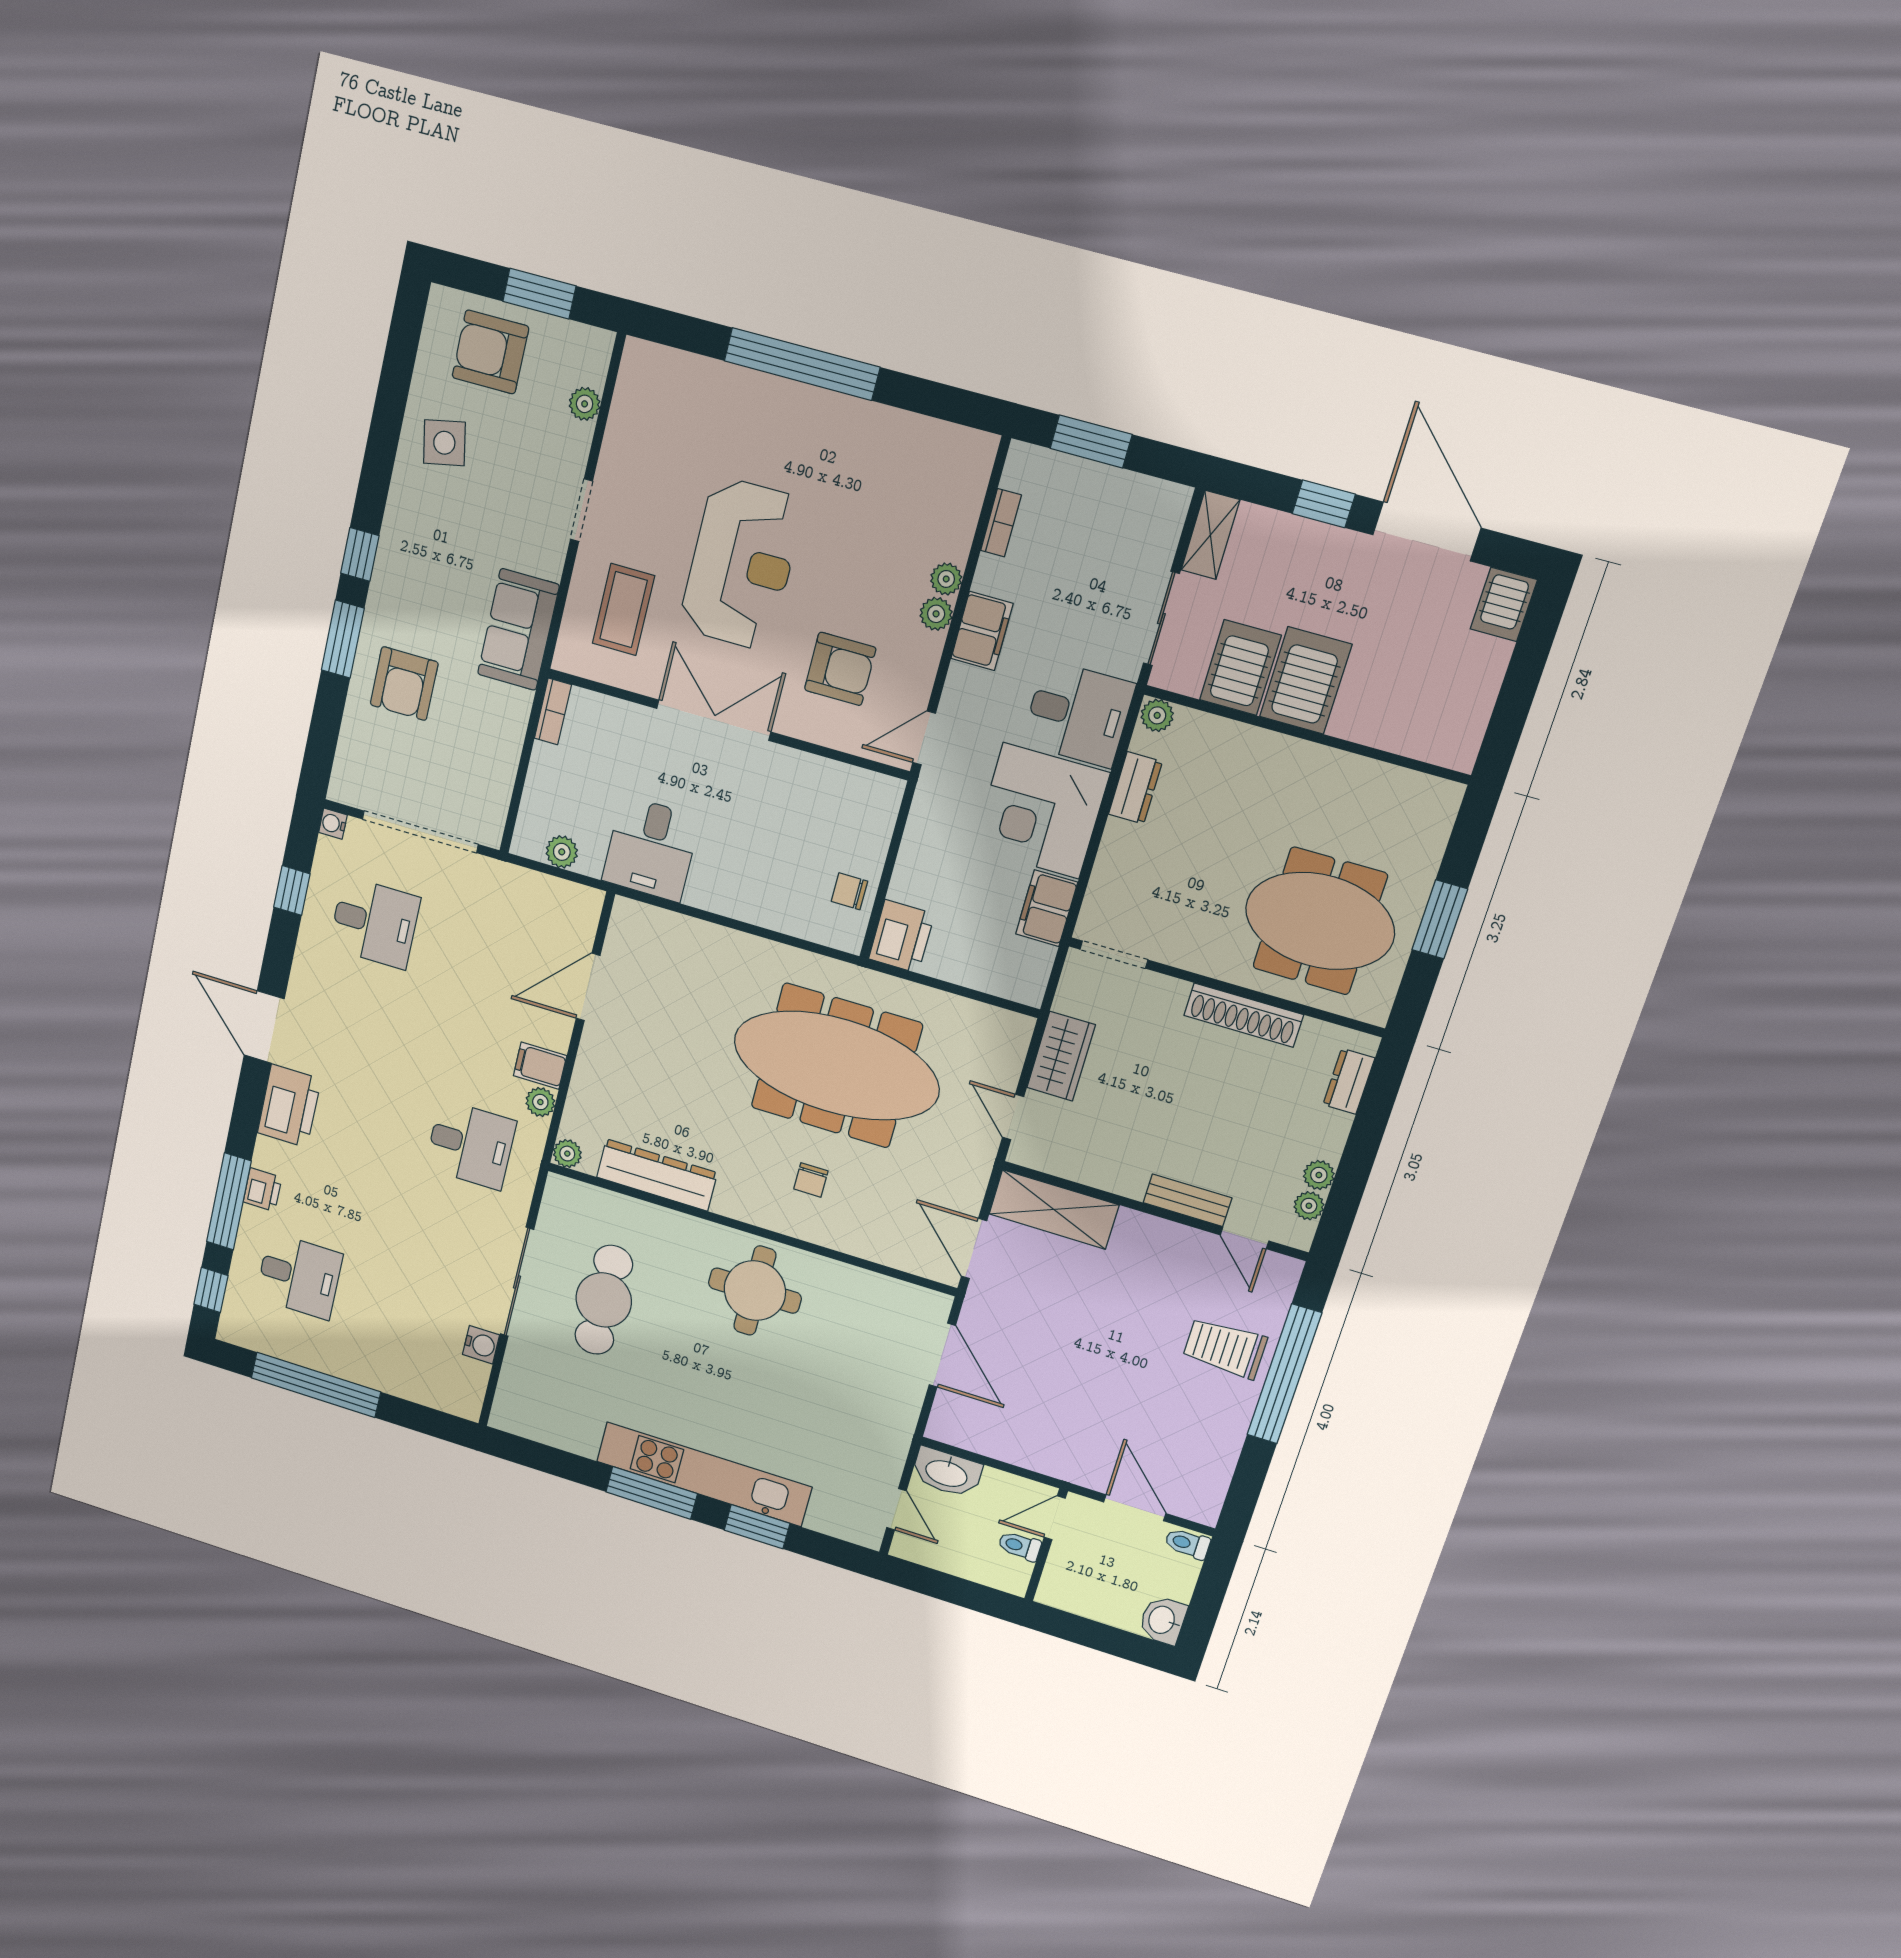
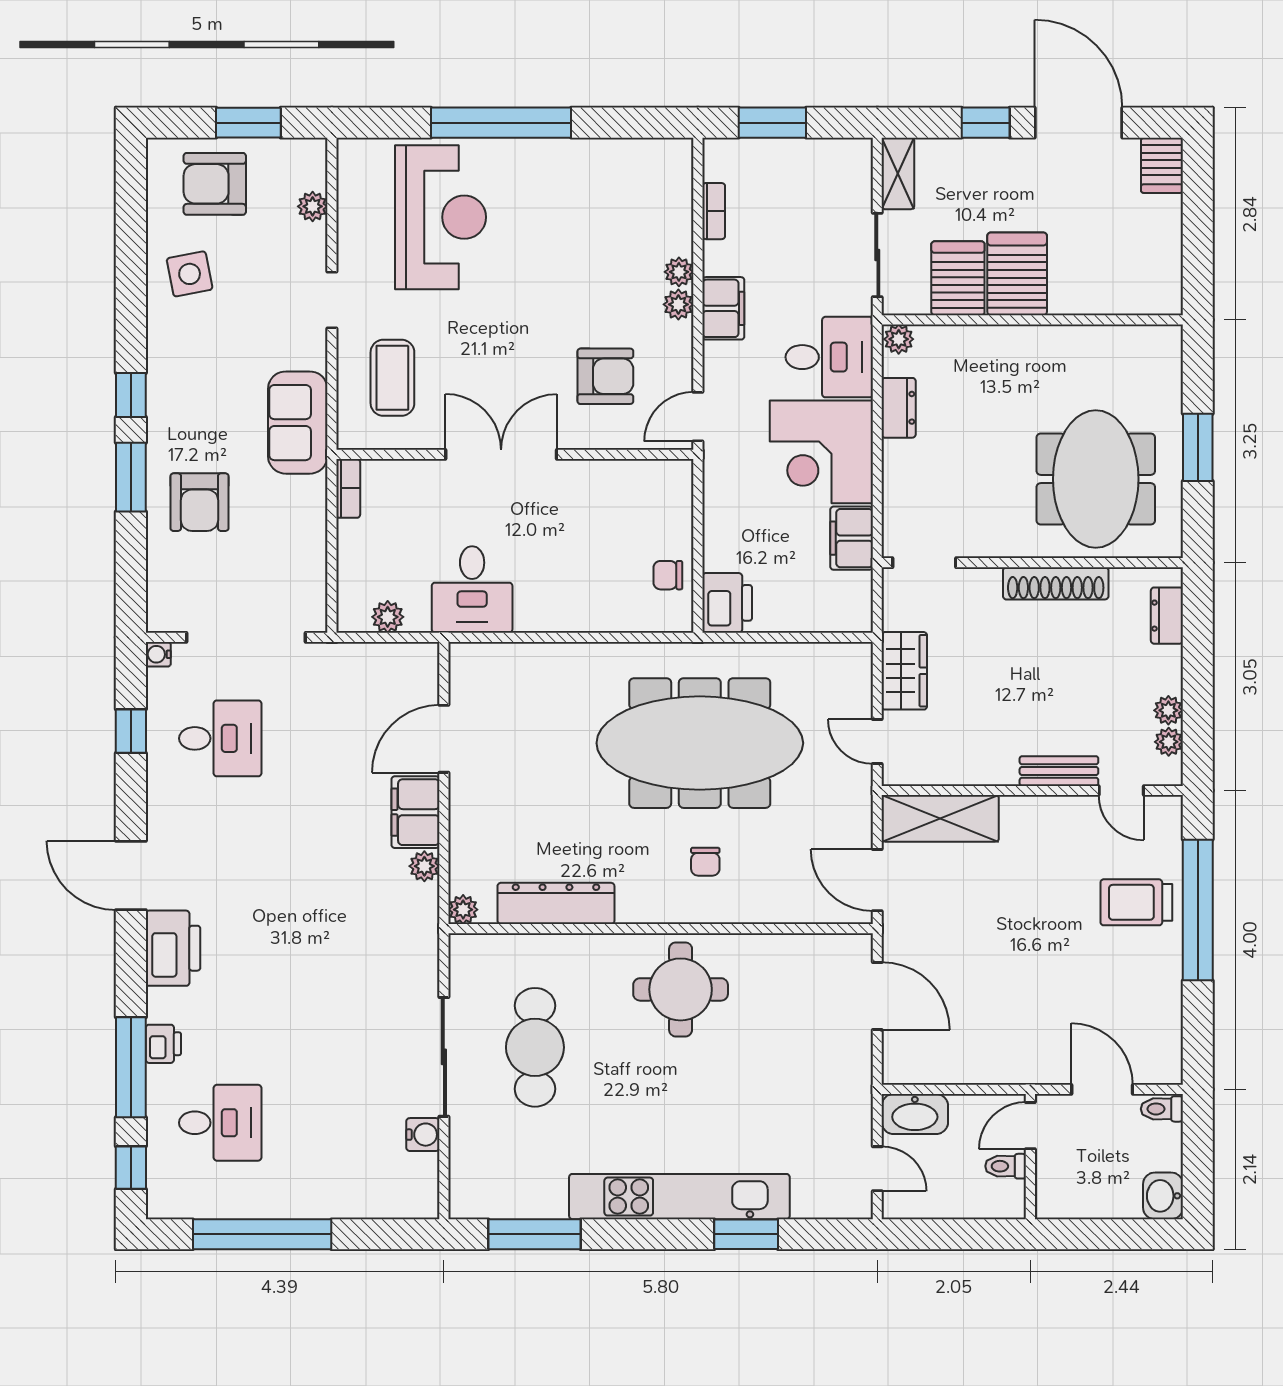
reception desk: (741, 564) -> (441, 217), moved
meeting table: (1320, 921) -> (1096, 479), turned 90
filing cabinet: (540, 1066) -> (415, 812), width x2.00
desk: (471, 1145) -> (365, 931), removed
window: (652, 1493) -> (534, 1234), moved

